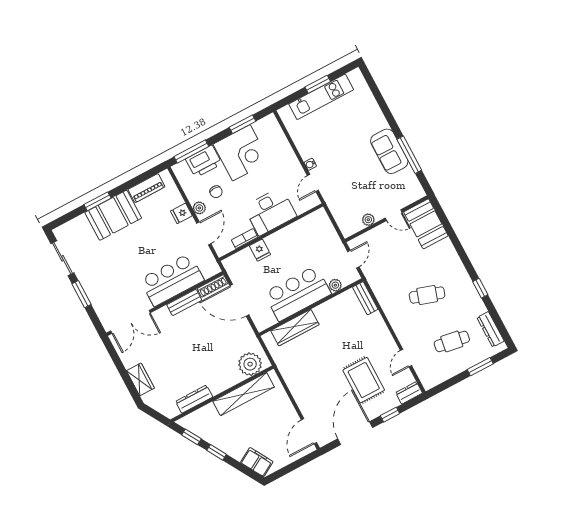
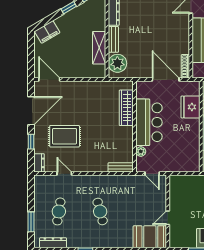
plant: (368, 220) -> (174, 198), removed
fridge: (260, 250) -> (190, 107), width x1.88, depth x1.34
cafe table: (427, 295) -> (100, 211), turned -33
door: (239, 300) -> (166, 79), hinge flipped
bench: (184, 302) -> (113, 39), moved
shelving: (244, 394) -> (99, 48), width x0.68
door: (355, 433) -> (31, 111), hinge flipped

